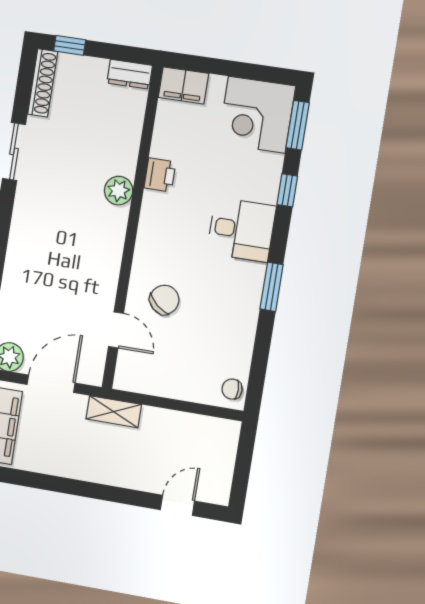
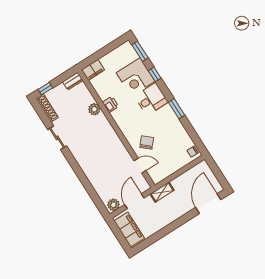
corner desk: (257, 115) -> (136, 77), moved
plant: (119, 191) -> (94, 109), moved
door: (177, 505) -> (208, 204), width x1.87

